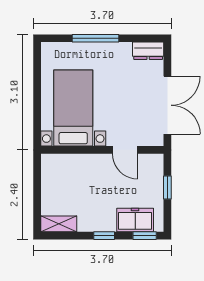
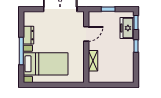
dresser: (148, 51) -> (29, 35), moved
bed with nightstands: (73, 108) -> (46, 64), moved, turned 180
shelving: (59, 224) -> (93, 61), moved

